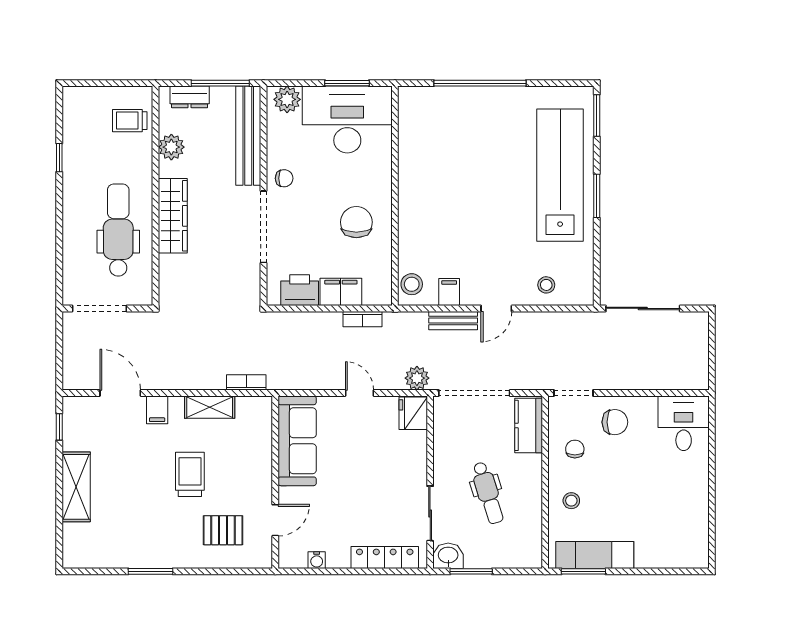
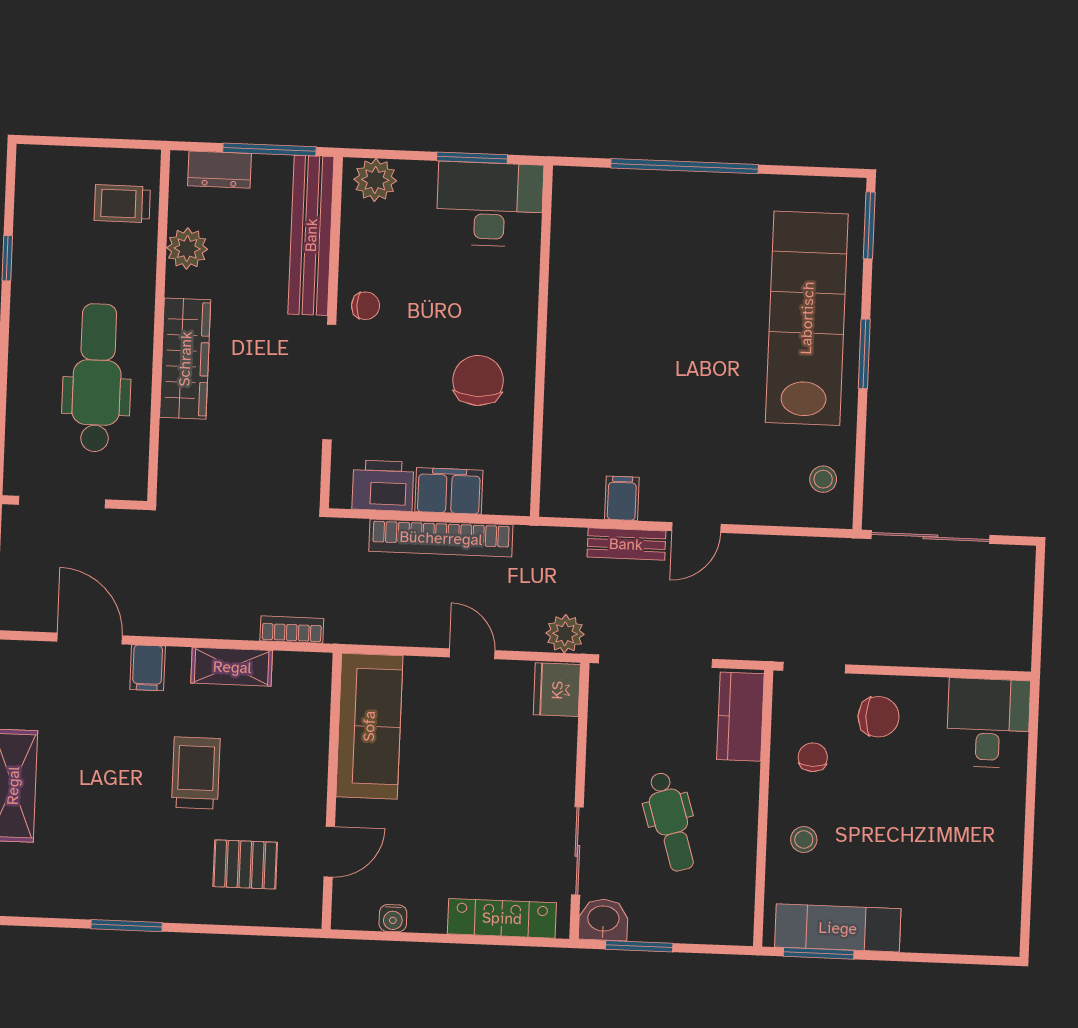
desk: (347, 120) -> (490, 204), width x0.73, depth x0.77
stool: (412, 284) -> (563, 483), removed
stool: (546, 285) -> (823, 479), moved
bookcase: (362, 319) -> (441, 538), width x2.31, depth x1.31

